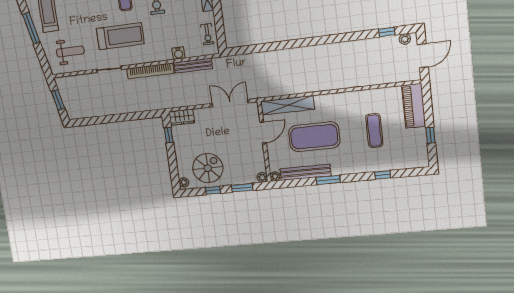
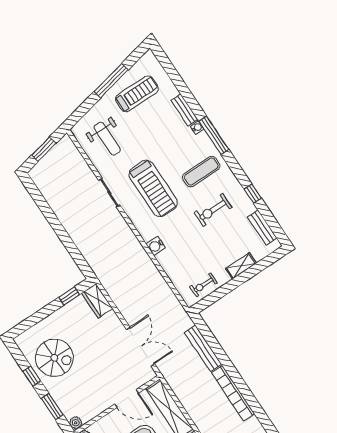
water cooler: (178, 53) -> (156, 246), moved
bench: (193, 66) -> (203, 348), moved
bookcase: (150, 71) -> (233, 393), moved
plant: (184, 182) -> (24, 339), removed

